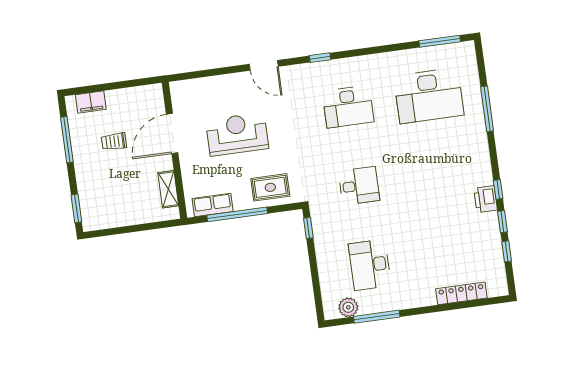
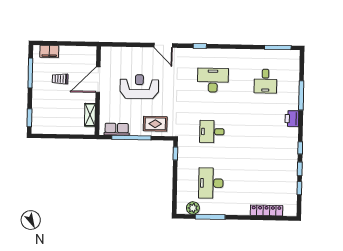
desk: (429, 96) -> (265, 81), width x0.53, depth x0.77
desk: (348, 107) -> (213, 80), turned 180
desk: (359, 186) -> (212, 132), turned 180
printer: (486, 199) -> (292, 119), moved

